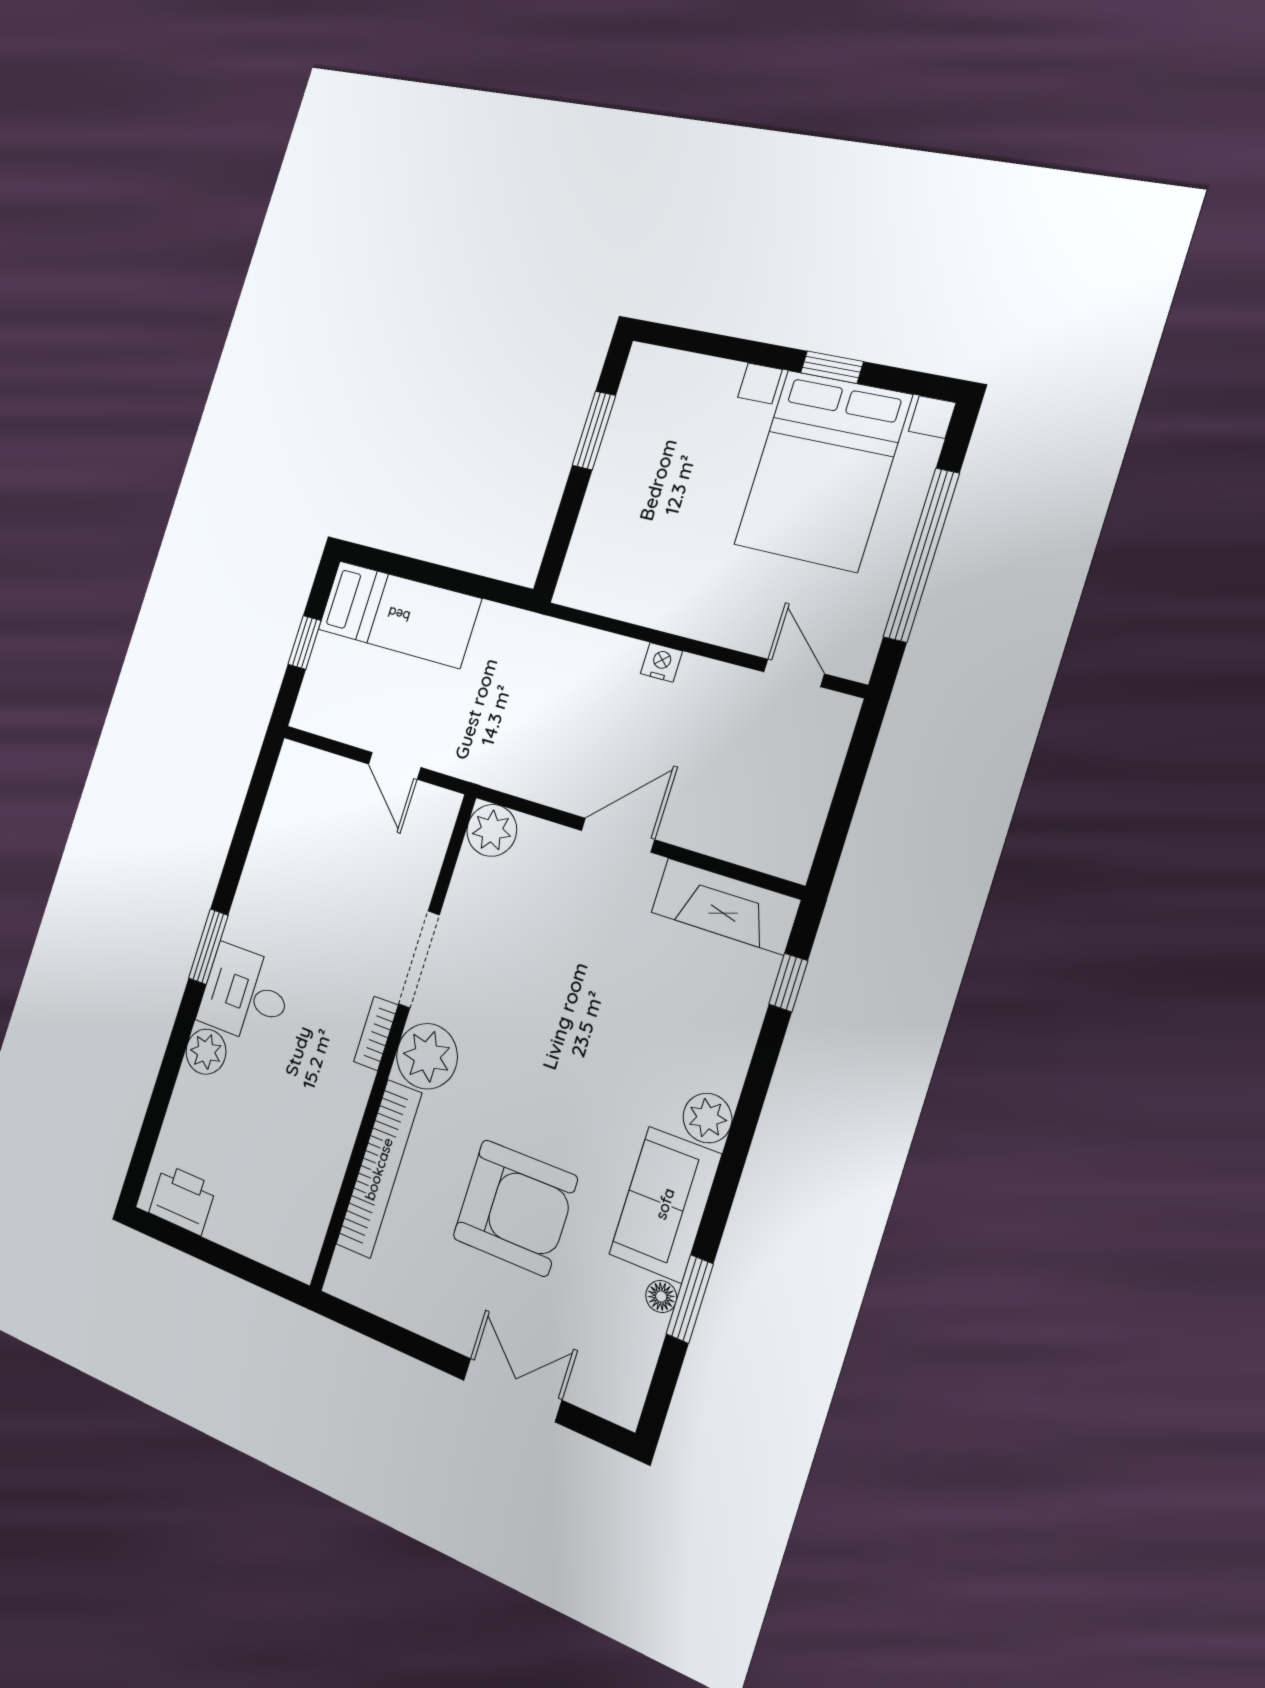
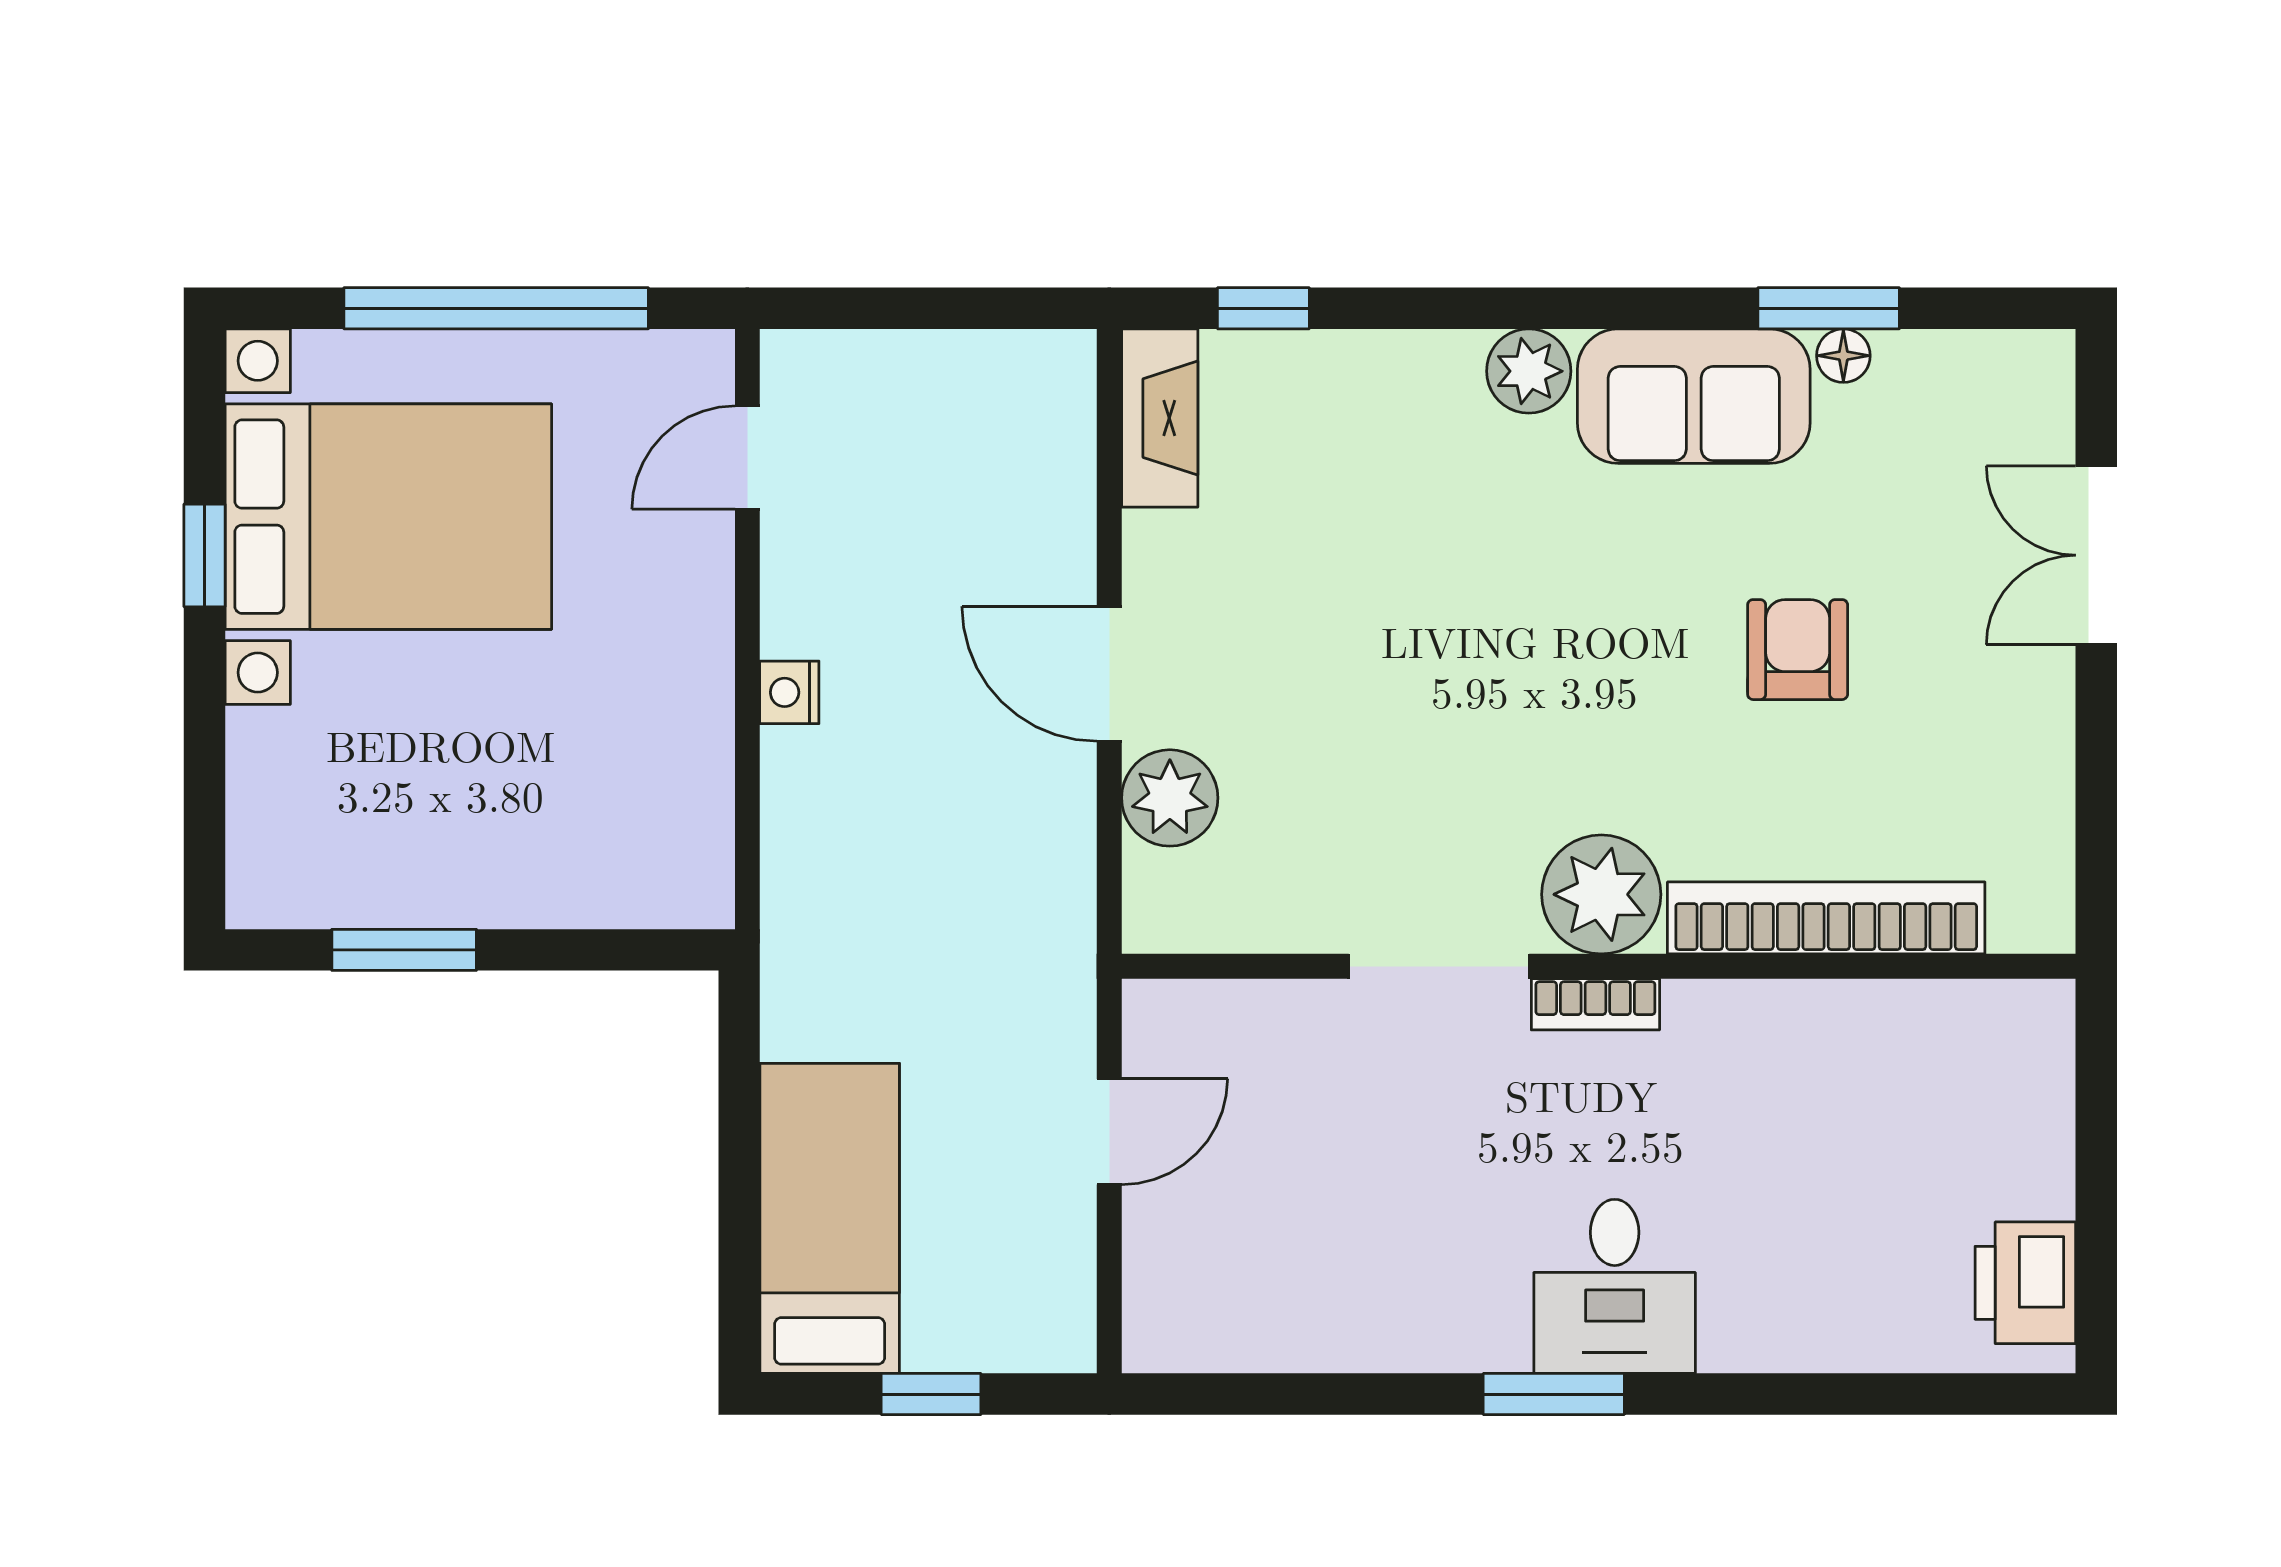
plant: (492, 830) -> (1170, 798), moved
fireplace: (725, 906) -> (1160, 418), width x0.73, depth x0.76
plant: (206, 1052) -> (1745, 1330), removed
armchair: (515, 1208) -> (1798, 650), width x0.53, depth x0.53

